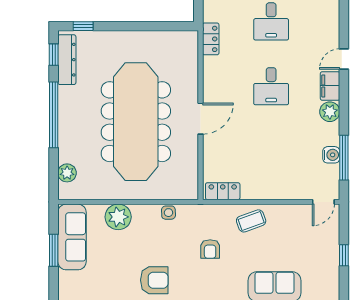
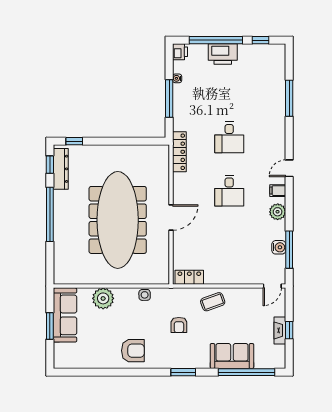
locker: (211, 39) -> (179, 152), width x1.53
filing cabinet: (330, 86) -> (278, 191), width x0.50
plant: (67, 173) -> (61, 262), removed
fireplace: (333, 256) -> (280, 330), added

